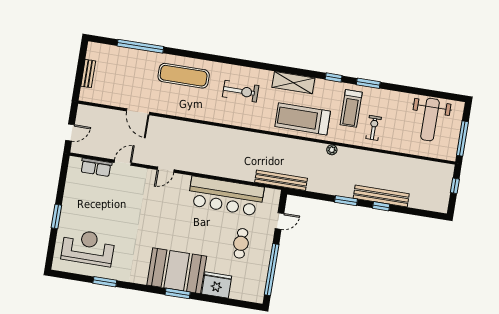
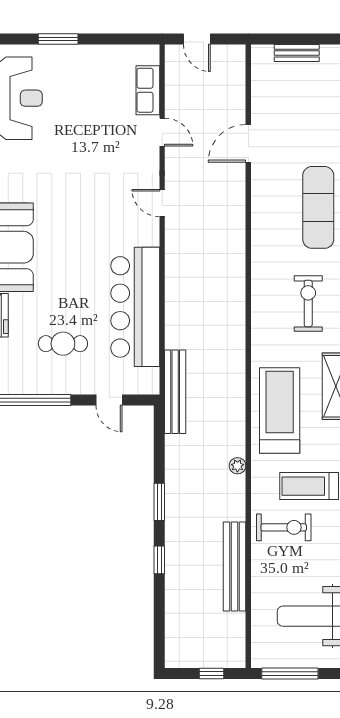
exercise bike: (241, 91) -> (308, 303), turned 180
exercise bike: (374, 128) -> (284, 527), width x1.38, depth x1.39
bench: (381, 196) -> (235, 566), moved

